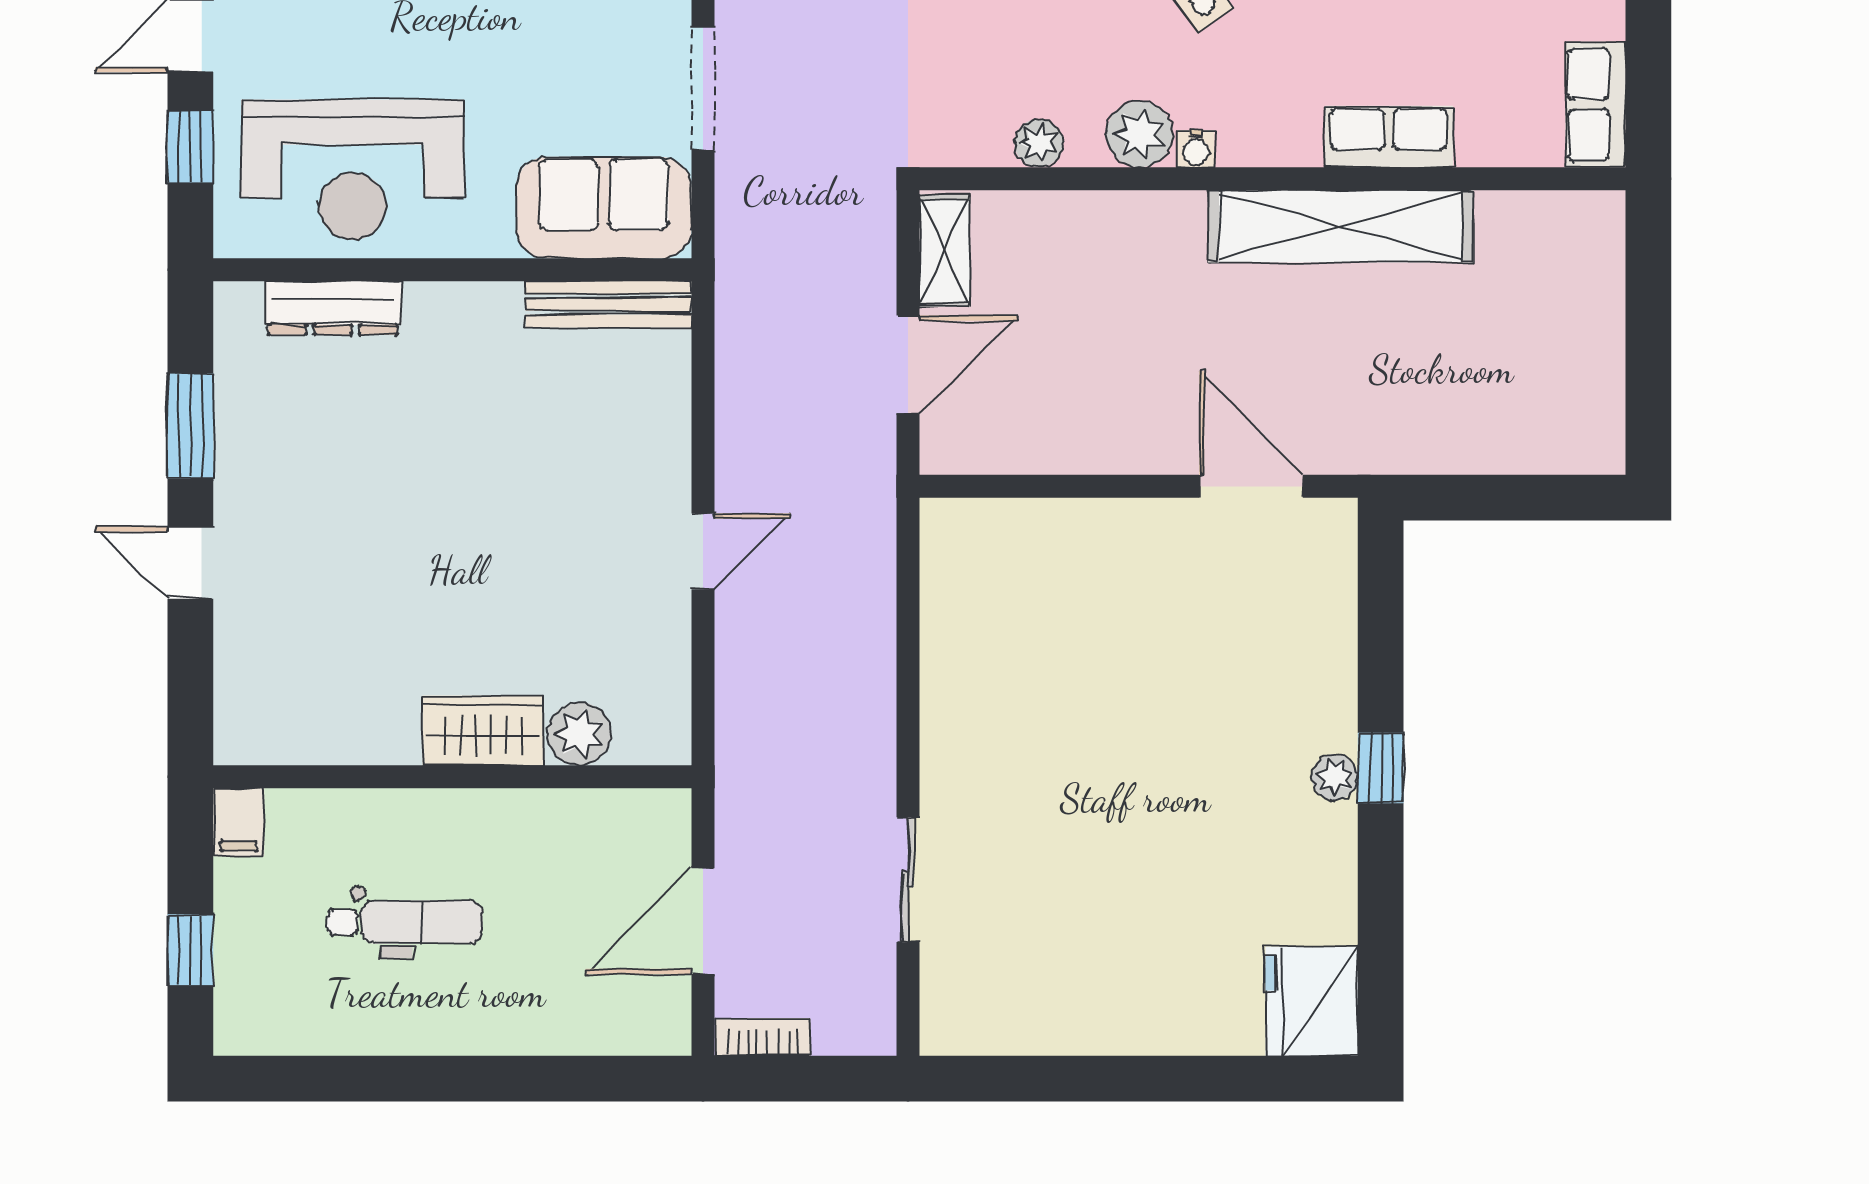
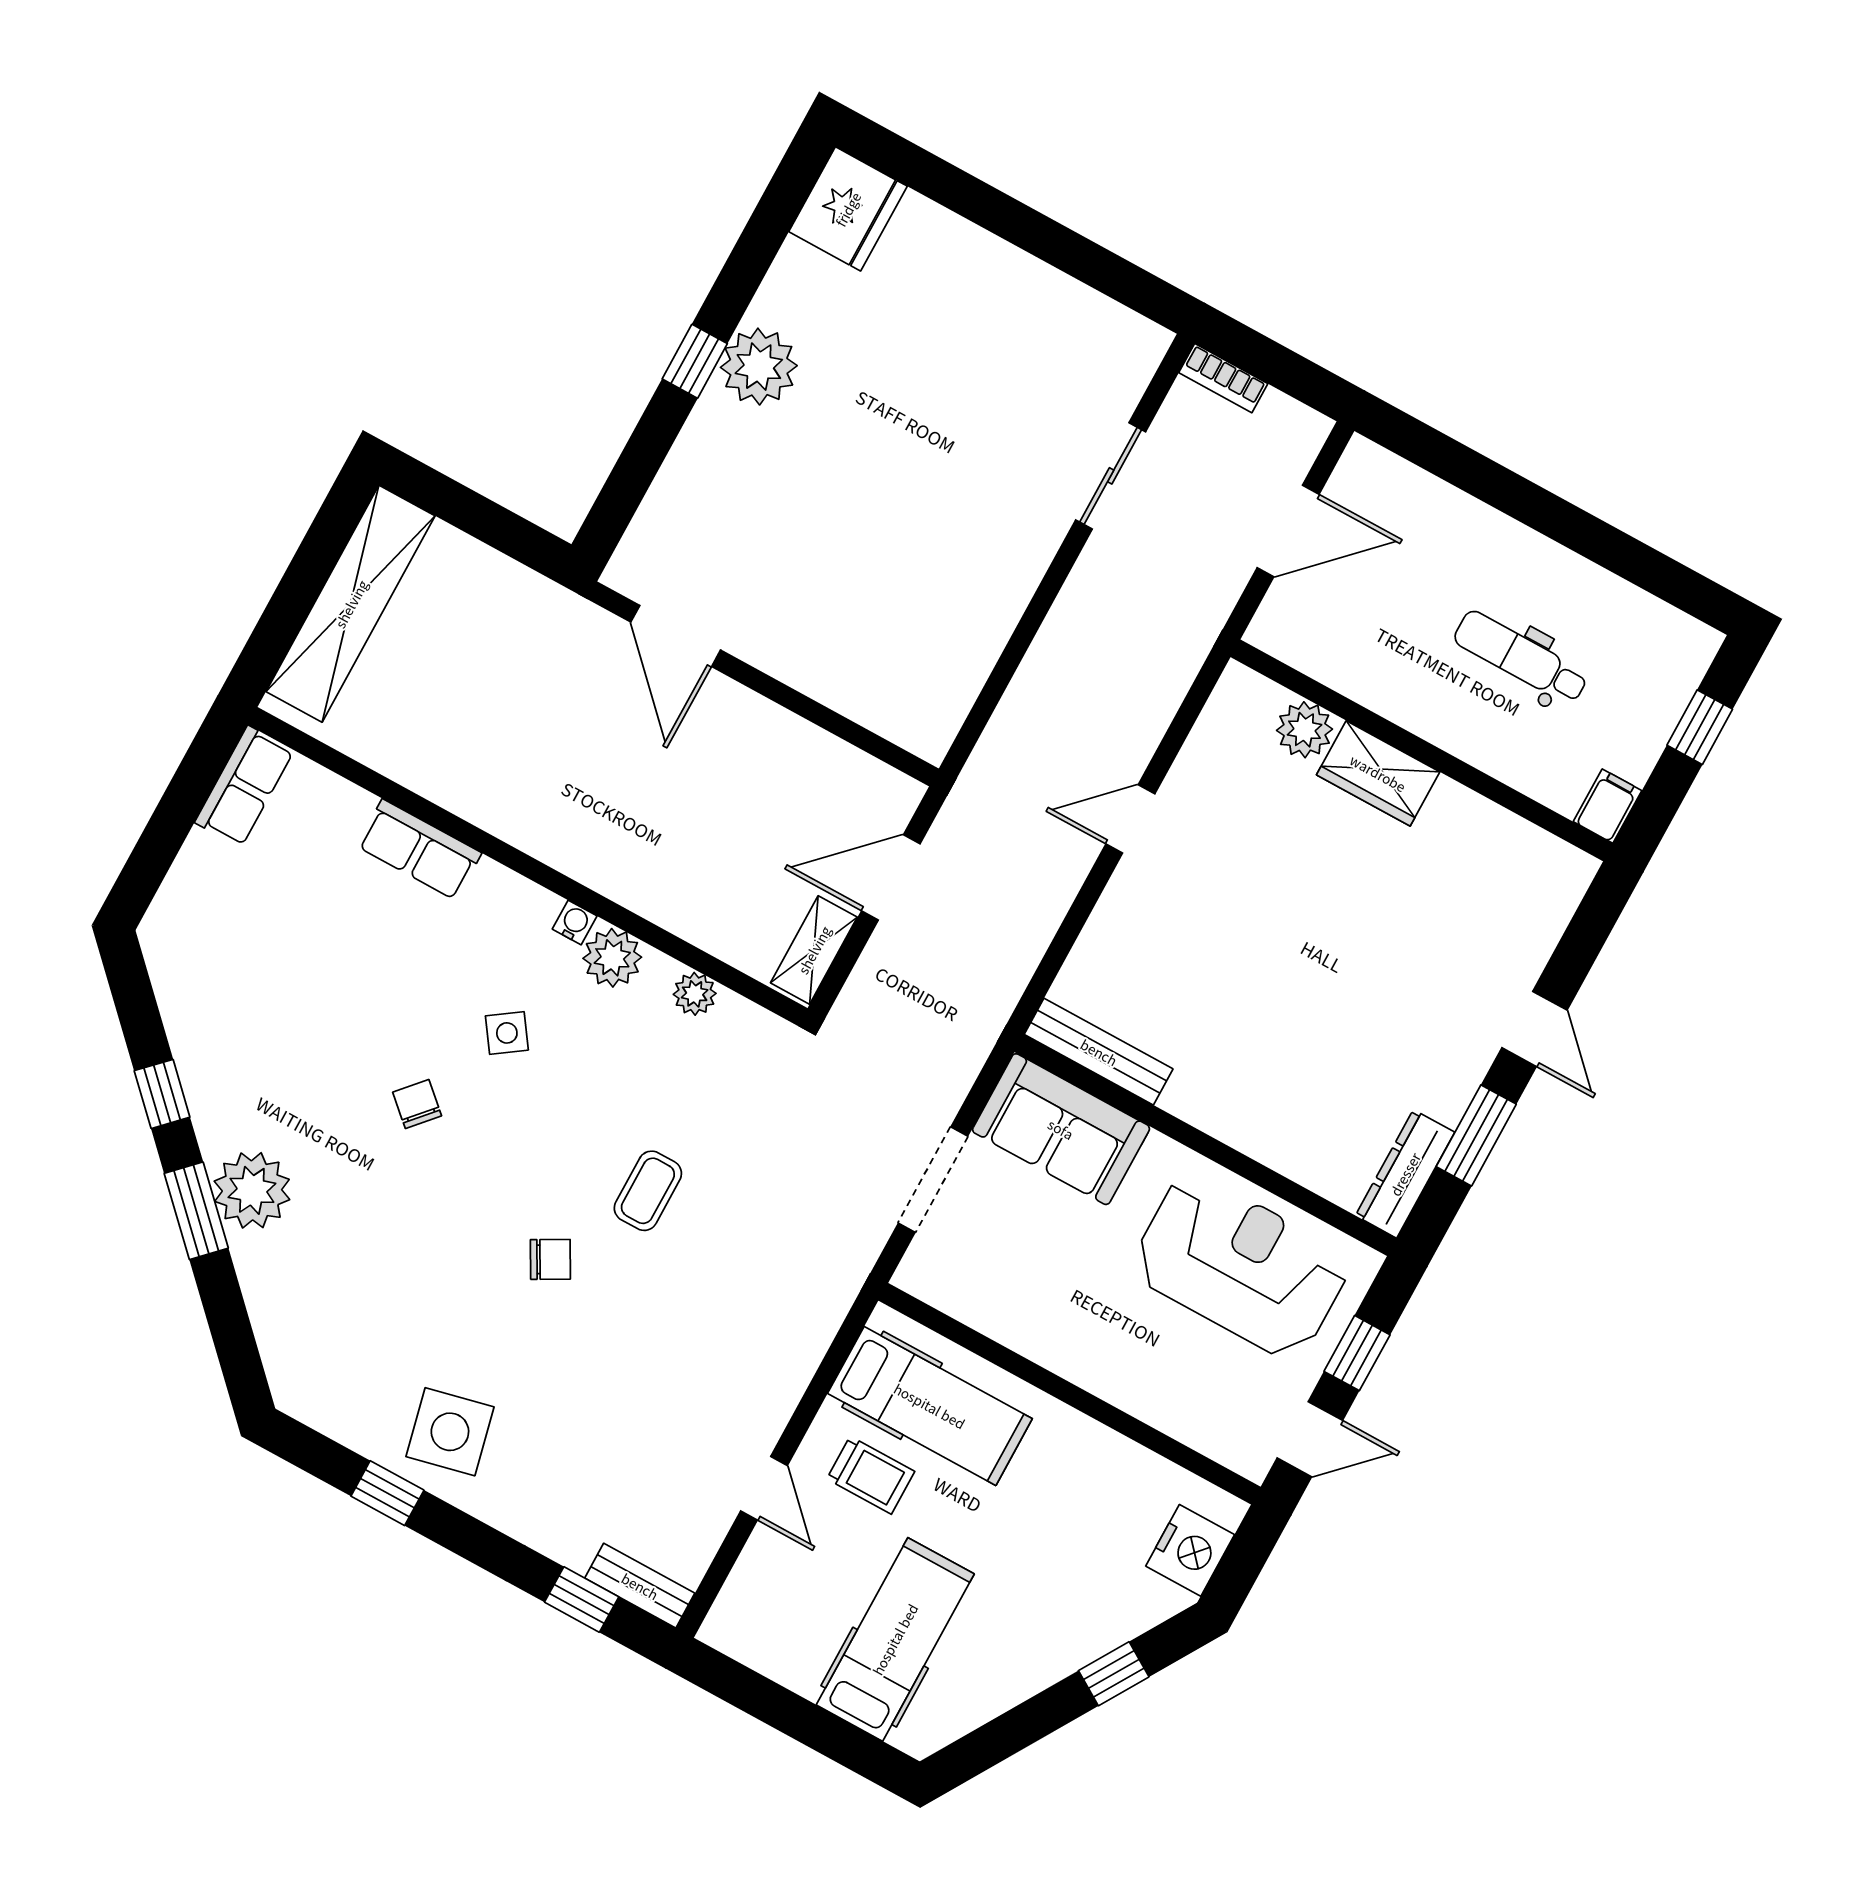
shelving: (1341, 226) -> (351, 604), moved, turned 90
dresser: (333, 308) -> (1405, 1174), moved, turned -90
plant: (1335, 777) -> (759, 367), width x1.88, depth x1.88
bookcase: (763, 1037) -> (1223, 378), moved

